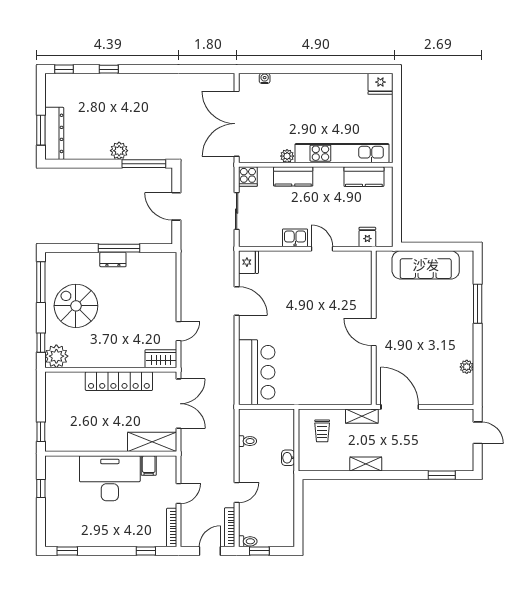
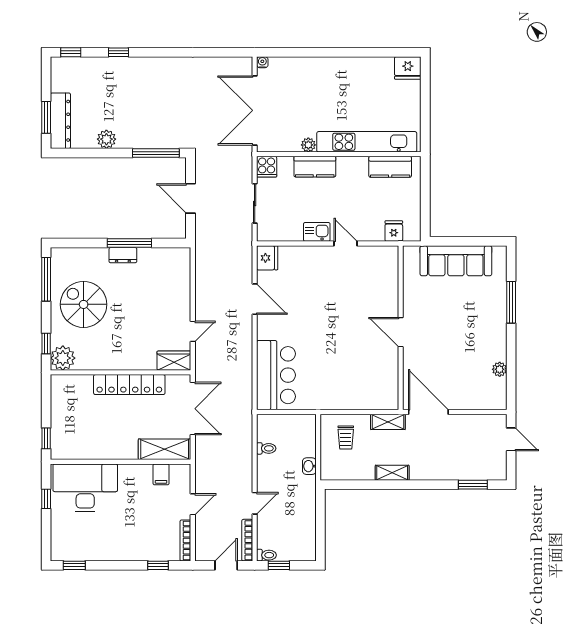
water cooler: (265, 78) -> (262, 62), moved
plant: (119, 151) -> (106, 139), moved
desk: (110, 478) -> (85, 488), moved

